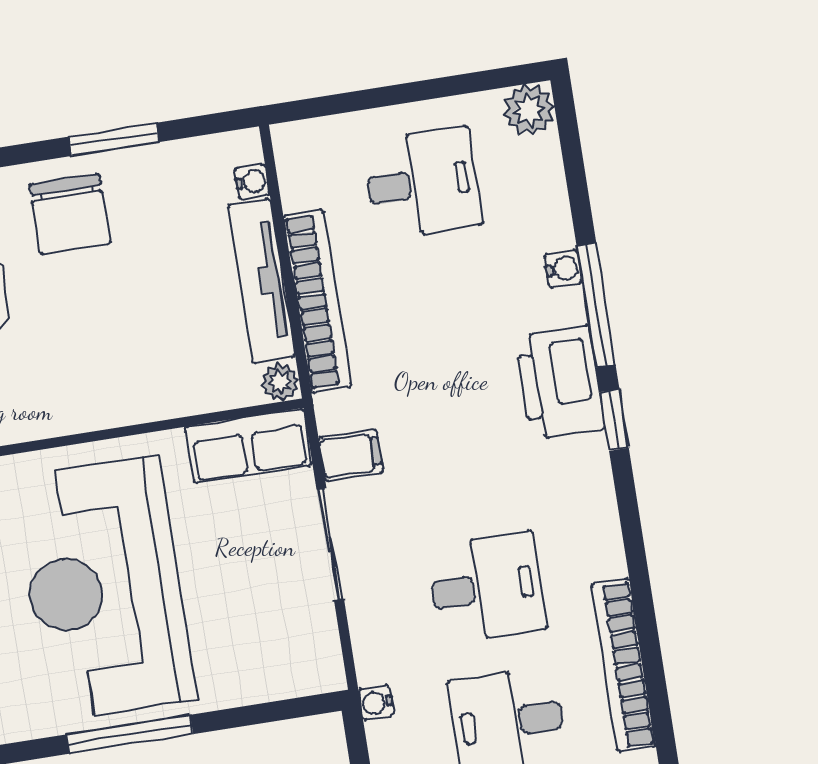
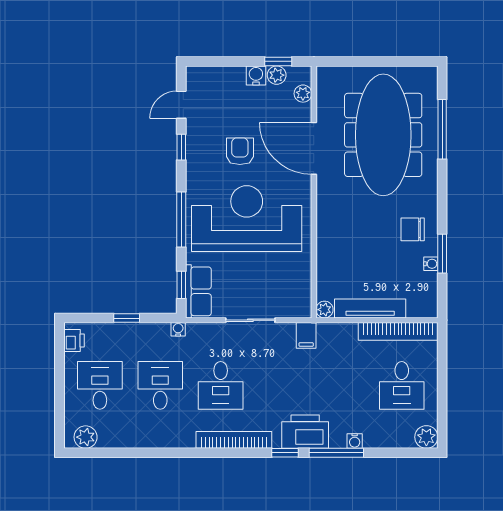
water cooler: (252, 182) -> (431, 264), moved, turned -90
chair: (70, 214) -> (413, 229), width x0.73, depth x0.73
bookcase: (317, 301) -> (398, 331), moved
row of seats: (249, 446) -> (198, 291), moved, turned 180
filing cabinet: (351, 455) -> (306, 335), moved
bookcase: (623, 665) -> (234, 440), moved
window: (276, 711) -> (181, 285), added

